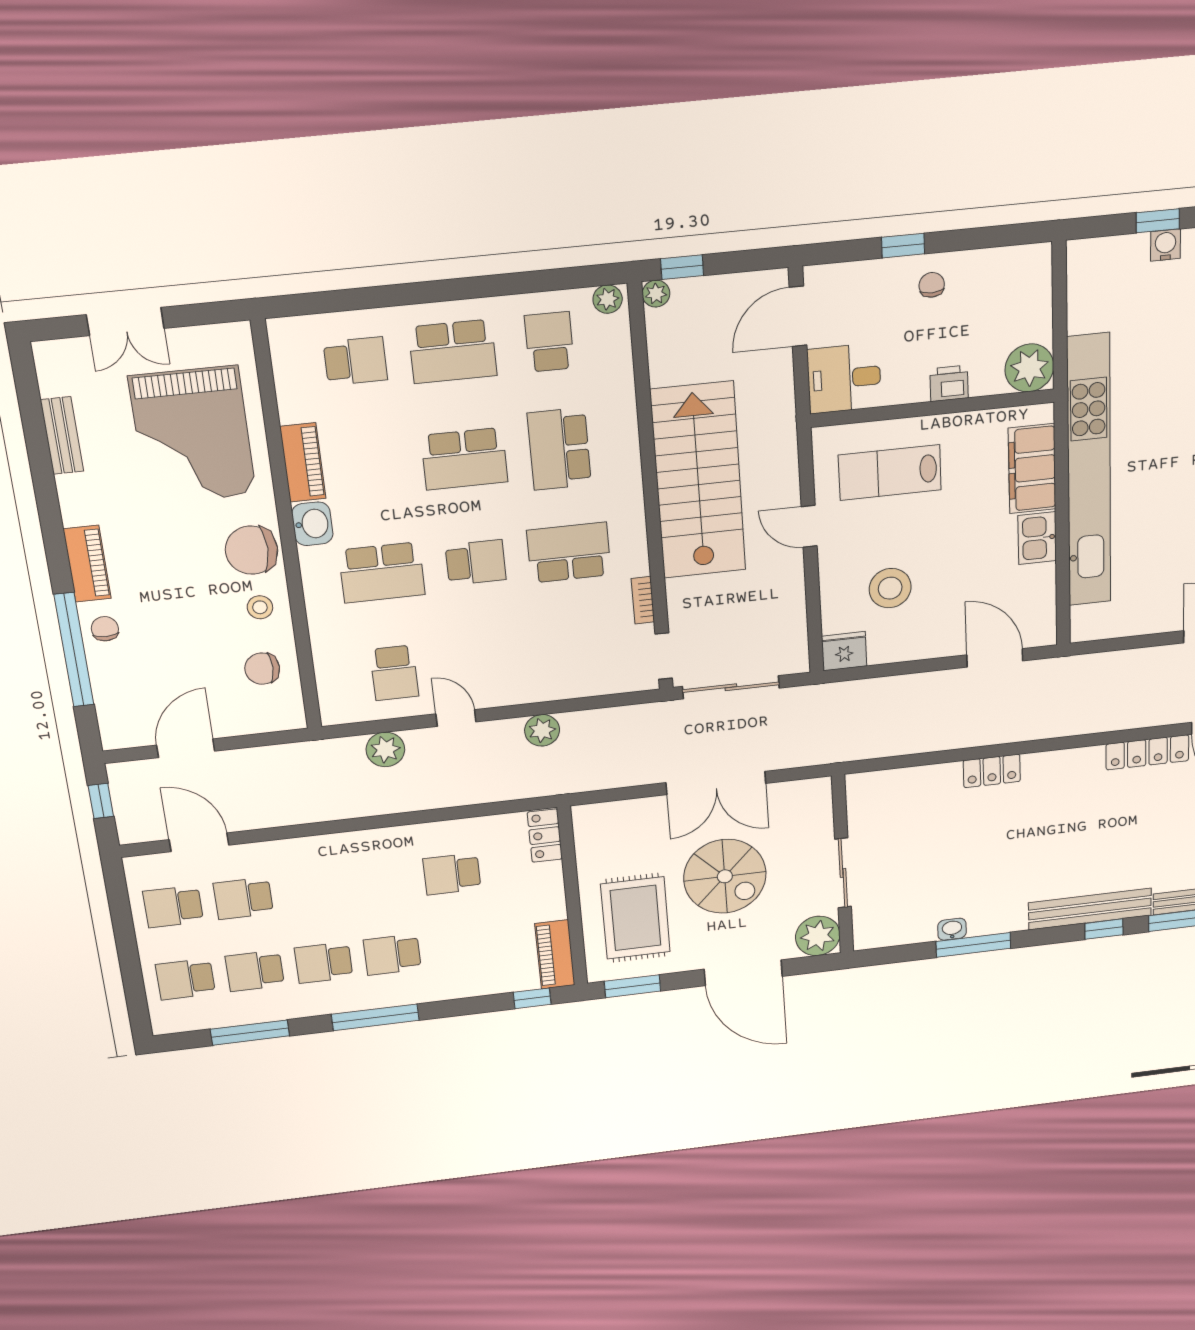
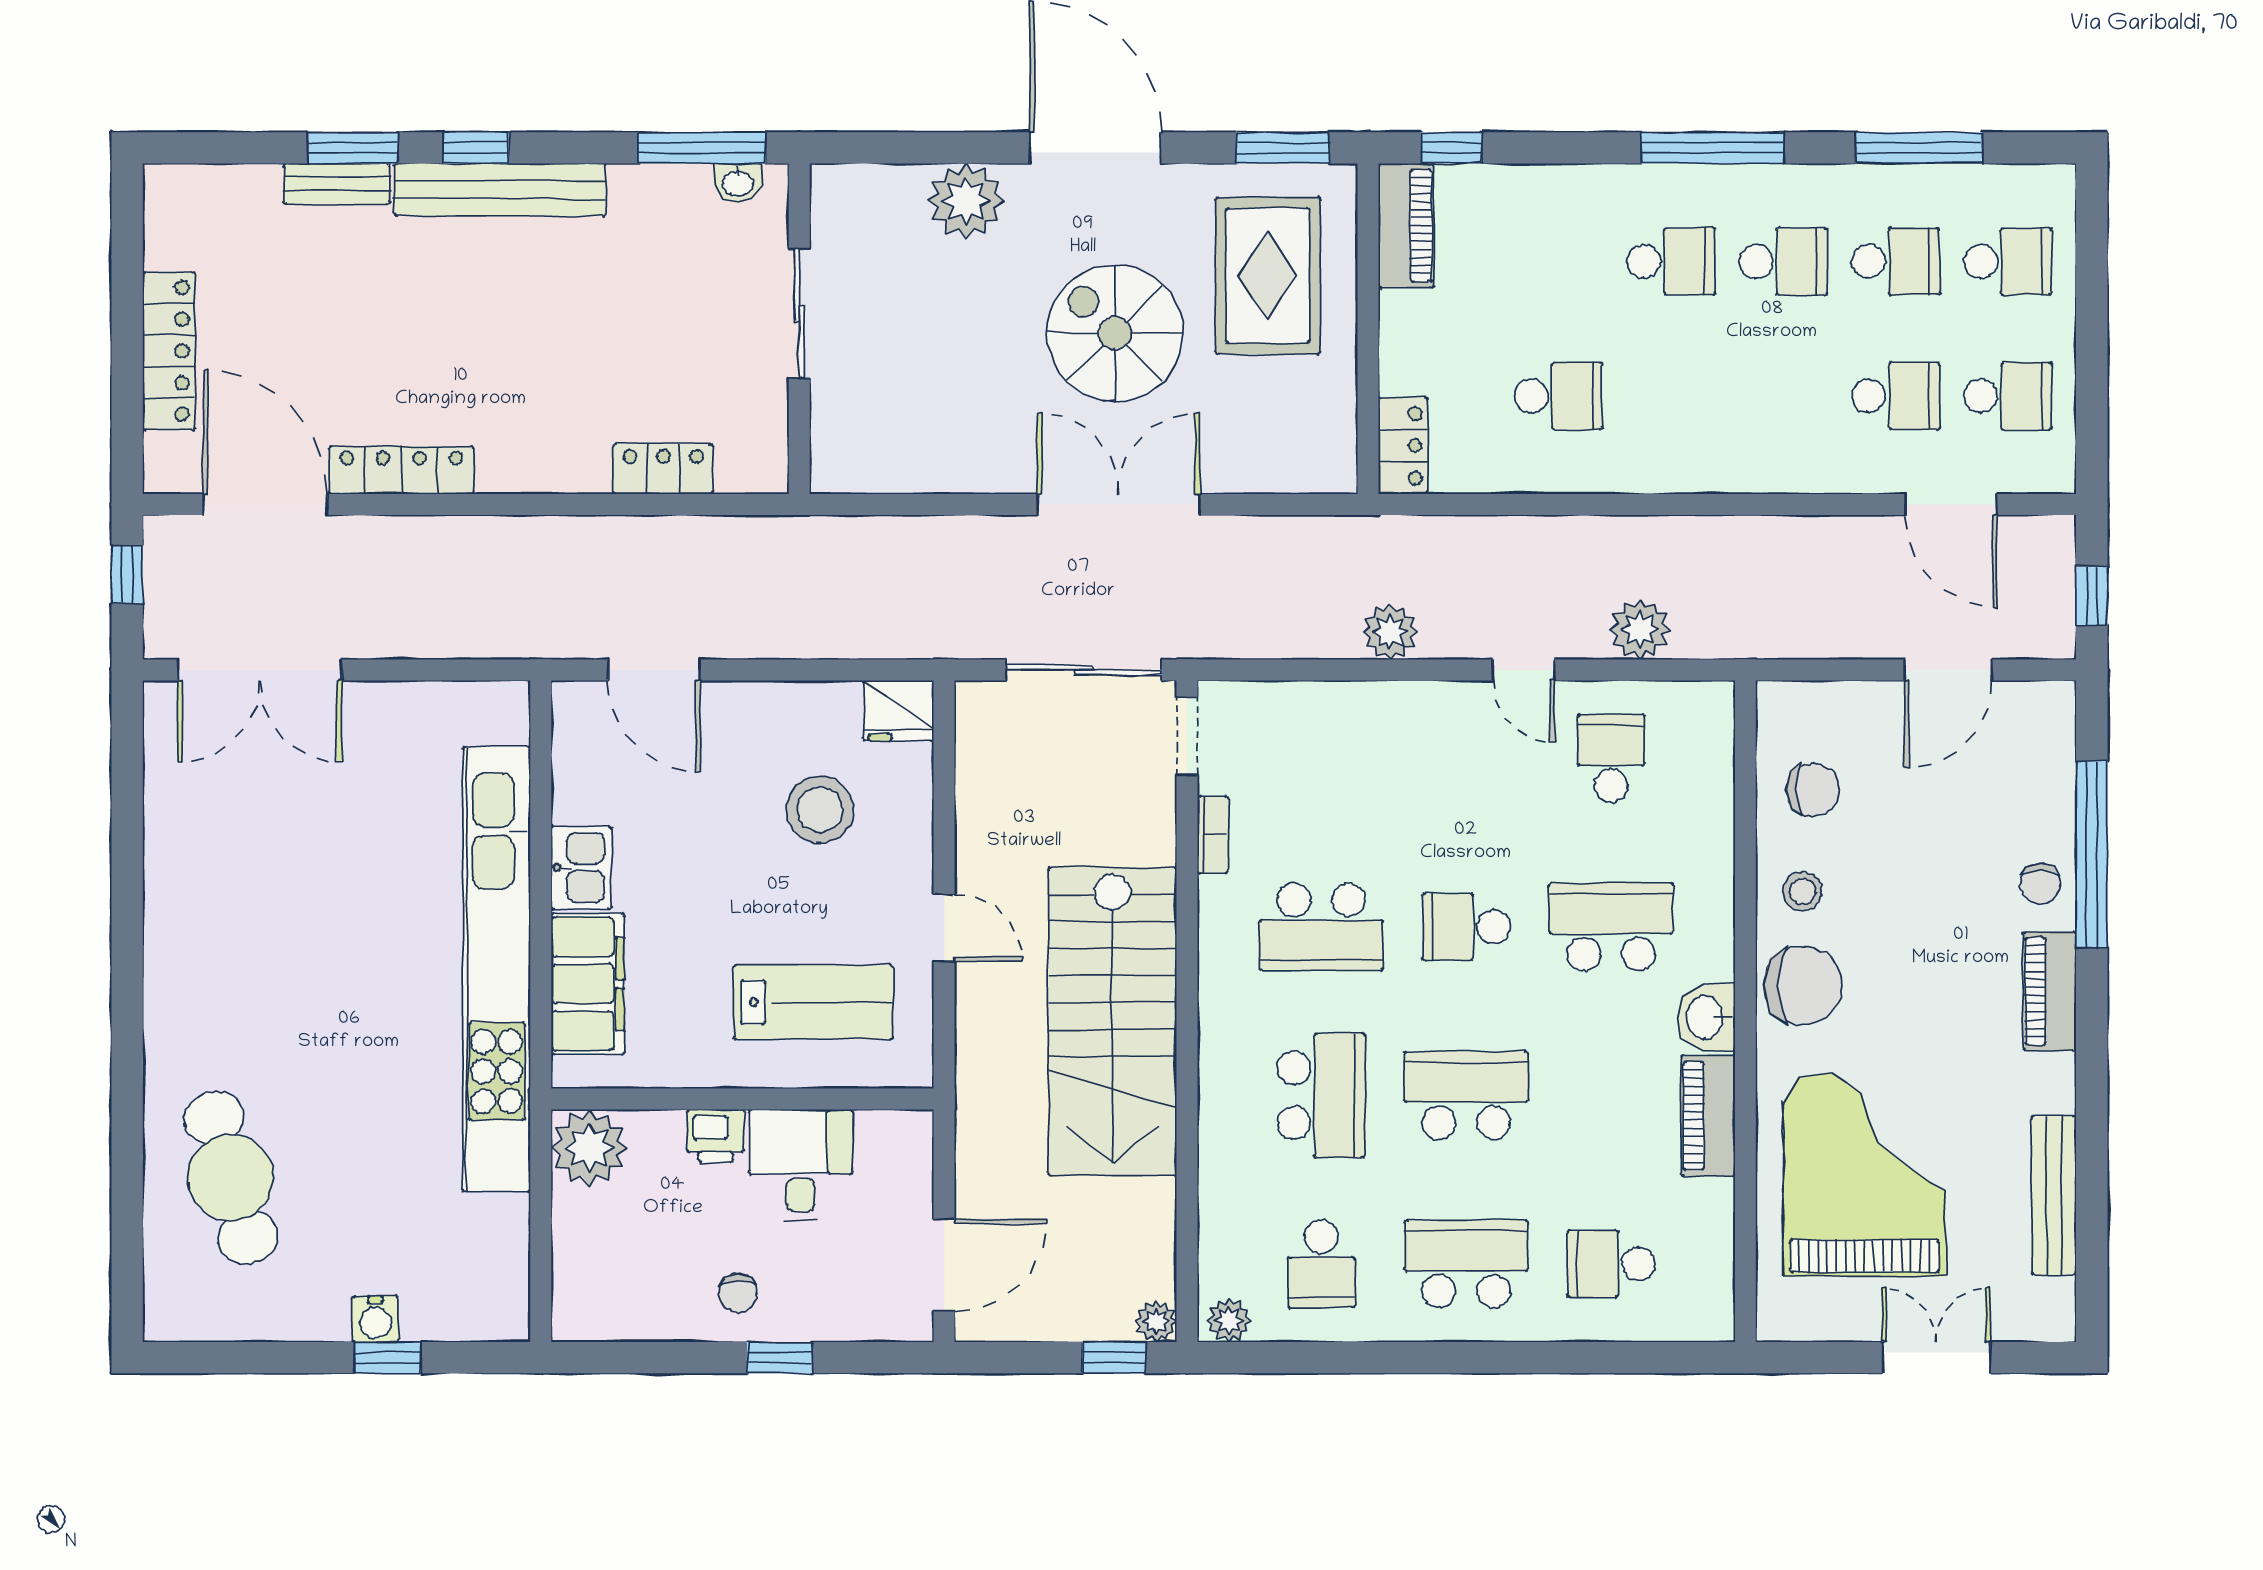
desk: (844, 378) -> (801, 1165), moved, turned -90
bench: (62, 436) -> (2054, 1195), width x1.36
wall: (843, 865) -> (799, 329), moved
sliding door: (843, 873) -> (799, 313), moved

